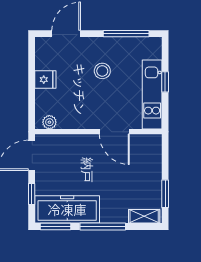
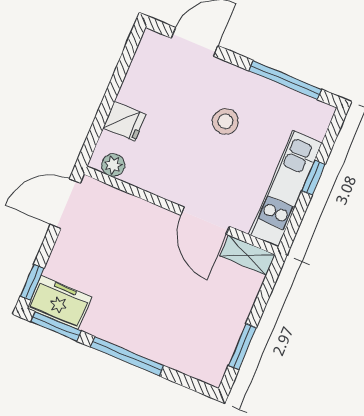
fridge: (45, 80) -> (124, 121), moved
window: (32, 194) -> (32, 282), moved
freezer: (67, 209) -> (59, 302), width x0.52, depth x0.79
shelving: (144, 216) -> (247, 255), moved

